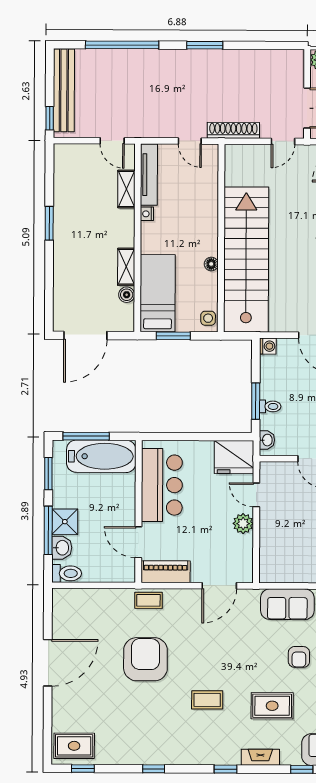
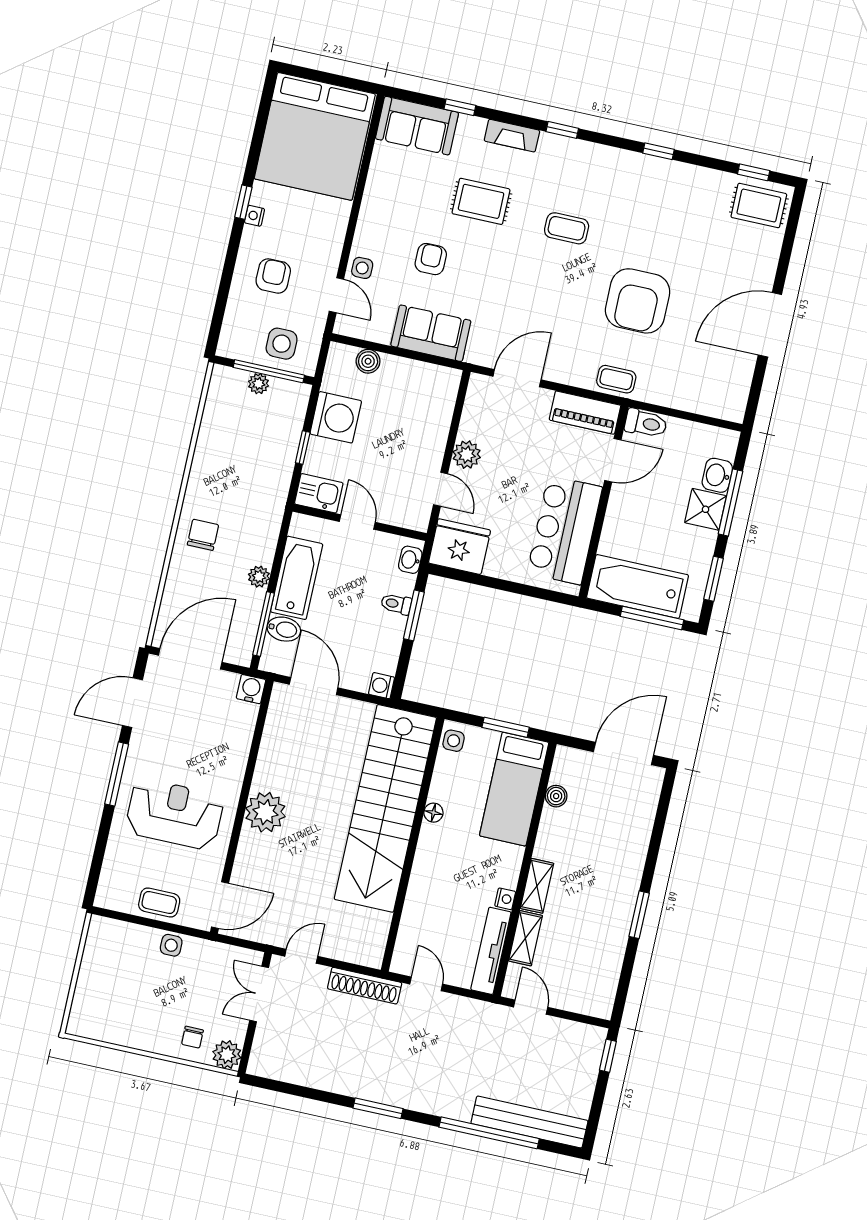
bench: (64, 90) -> (529, 1122), moved, turned 90
shelving: (126, 267) -> (537, 886), moved
door: (138, 542) -> (613, 460), hinge flipped
toilet: (67, 573) -> (646, 423), moved, turned 180

